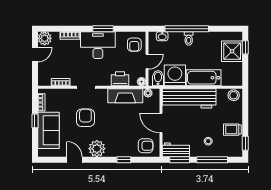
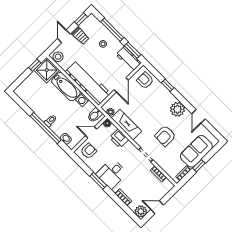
desk: (98, 45) -> (112, 174), width x0.73
window: (245, 47) -> (35, 65), moved
shower: (232, 51) -> (47, 70), moved
washing machine: (175, 75) -> (82, 100), width x0.53, depth x0.53
door: (245, 116) -> (64, 36), added

